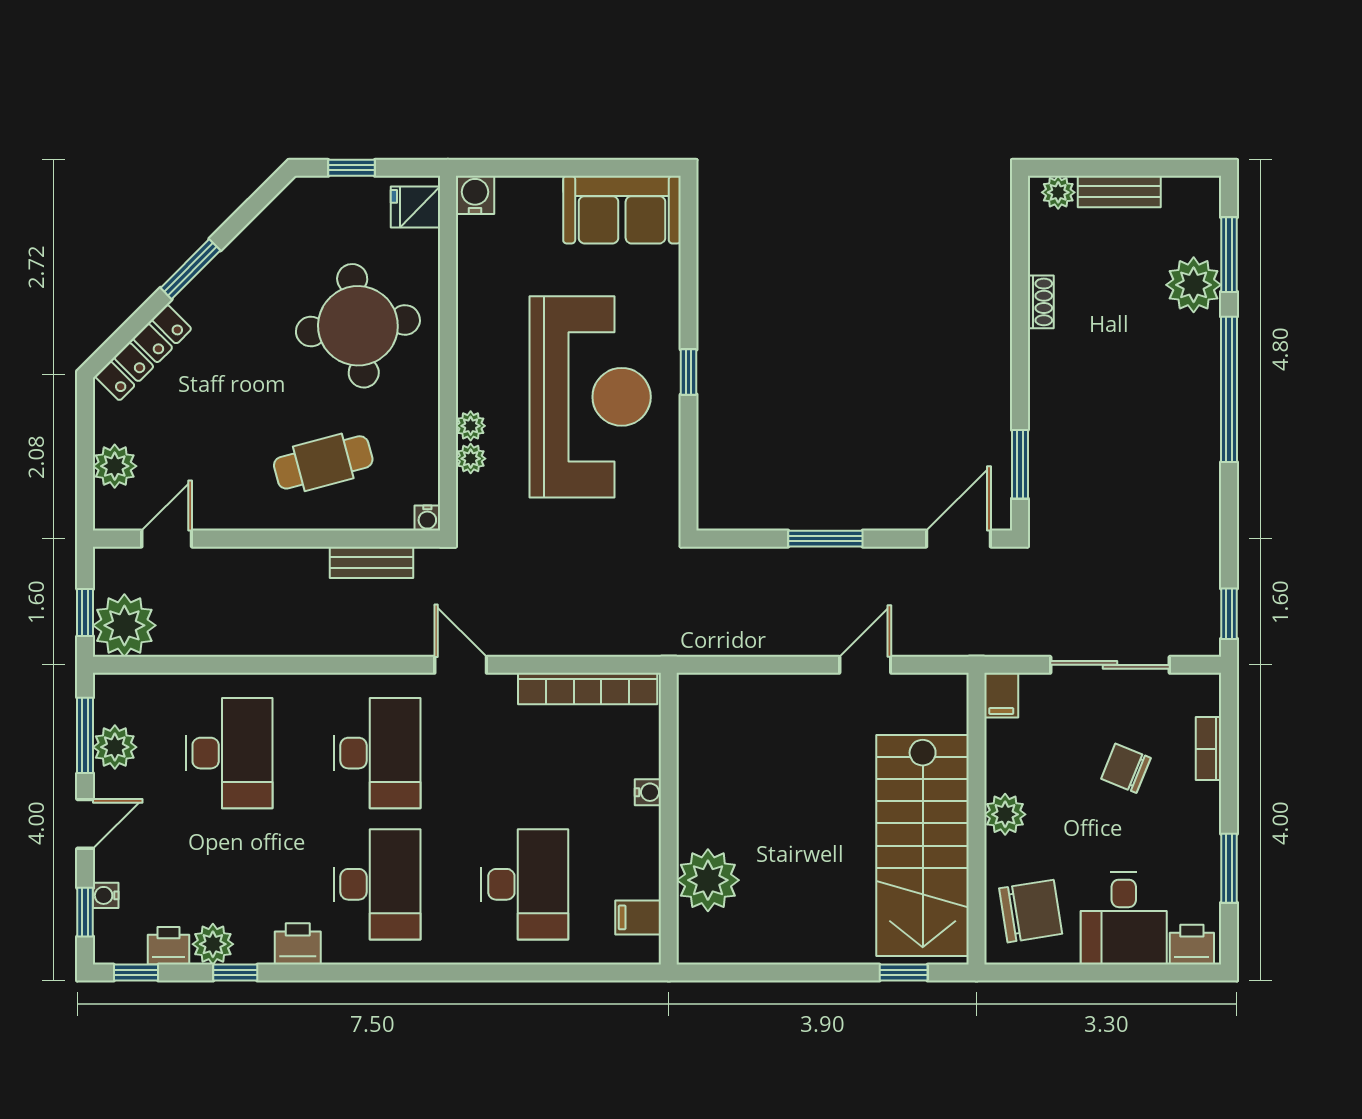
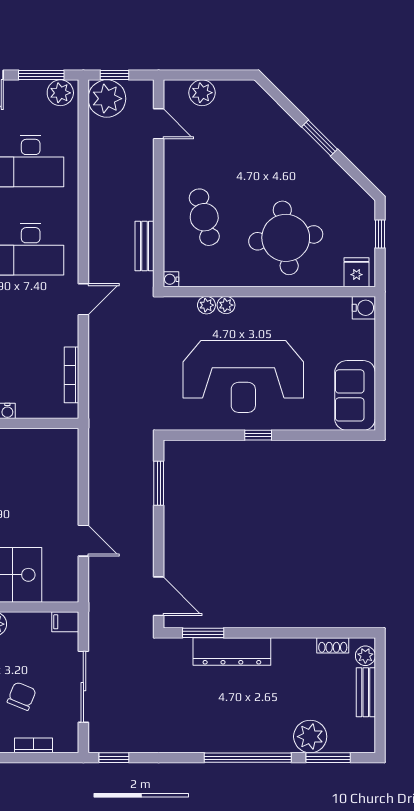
shoe rack: (1041, 302) -> (333, 645), moved
locker: (143, 353) -> (270, 110), removed
dresser: (1051, 416) -> (232, 651), added
window: (825, 539) -> (159, 483), moved
bookcase: (588, 689) -> (71, 375), width x0.68, depth x0.76
plant: (115, 747) -> (60, 93), moved

